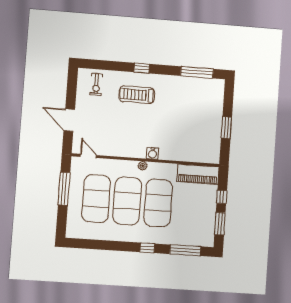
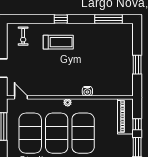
treadmill: (137, 95) -> (58, 42), turned 180
water cooler: (152, 153) -> (87, 91), moved
piano: (198, 174) -> (125, 116), moved, turned 90

